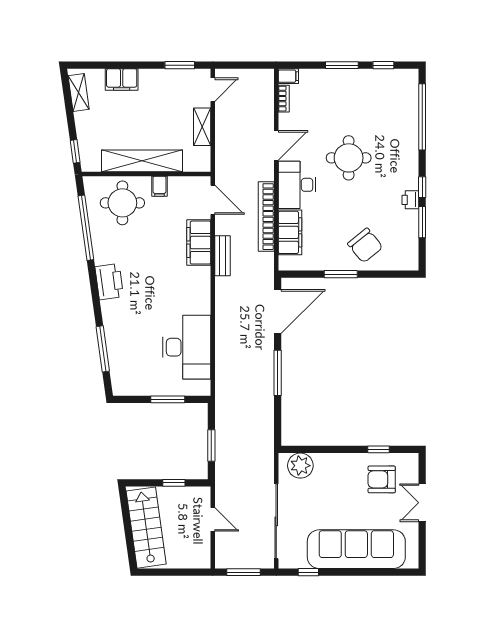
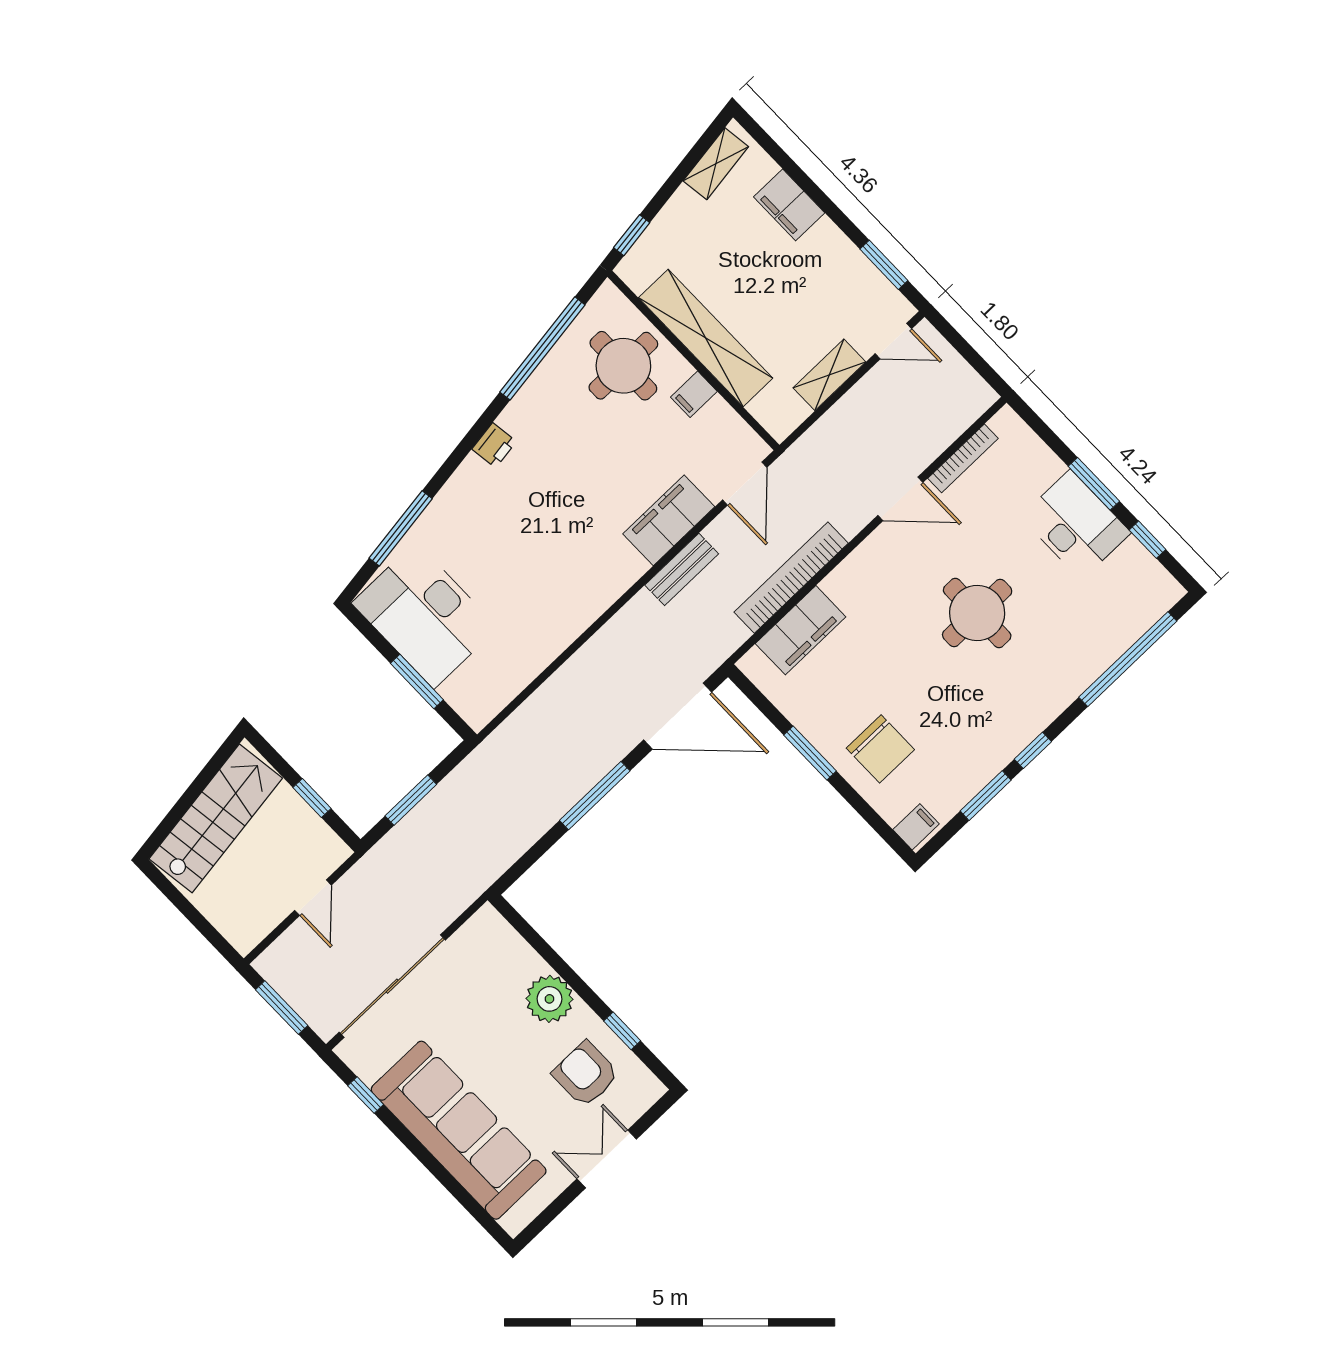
filing cabinet: (288, 76) -> (916, 827), moved, turned -90
bookcase: (284, 99) -> (963, 458), width x1.56
desk: (297, 185) -> (1076, 525), moved, turned 90
printer: (410, 200) -> (1001, 751), removed
chair: (365, 245) -> (880, 749), turned -51
printer: (109, 282) -> (494, 445), width x0.53, depth x0.68
desk: (187, 347) -> (425, 615), moved, turned 90
plant: (300, 466) -> (549, 999), moved

